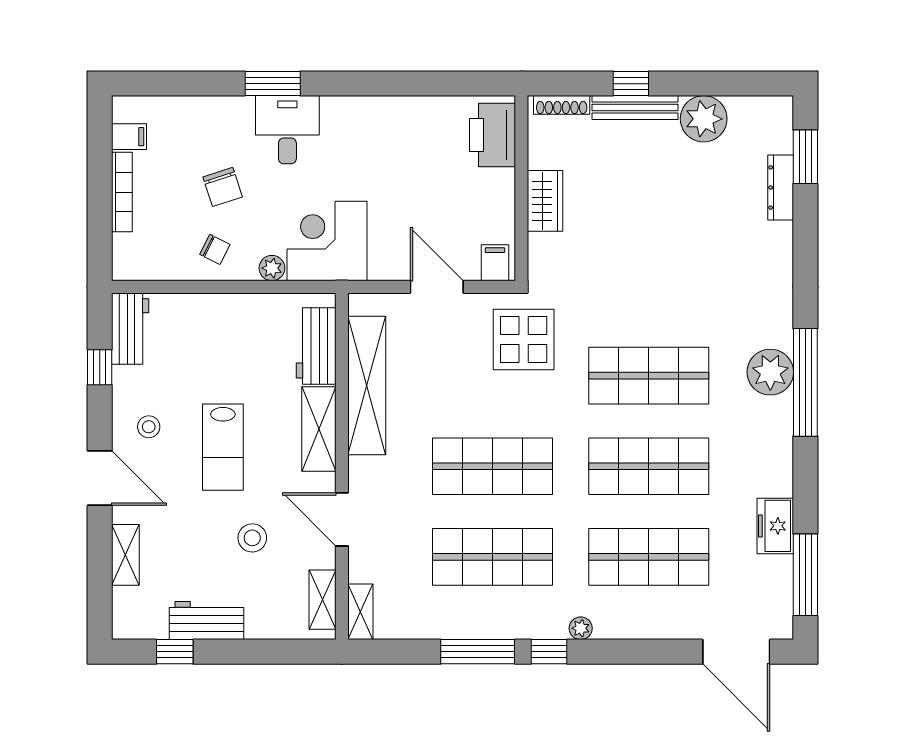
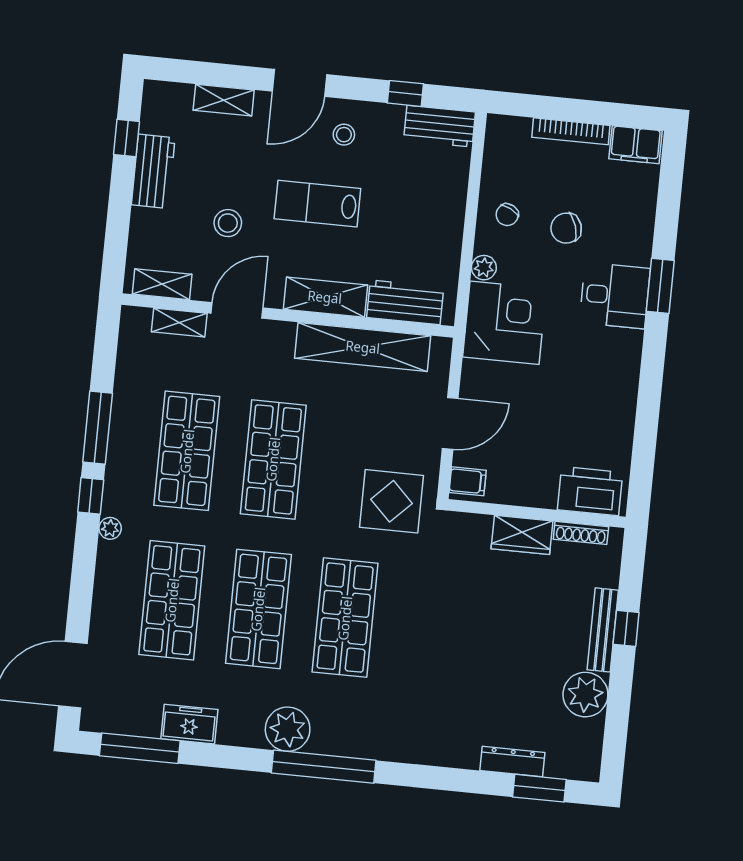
shoe rack: (562, 105) -> (581, 533), moved, turned -90
filing cabinet: (129, 137) -> (636, 145), width x2.00
plant: (770, 372) -> (288, 729), moved
shelving: (360, 612) -> (179, 323), moved

